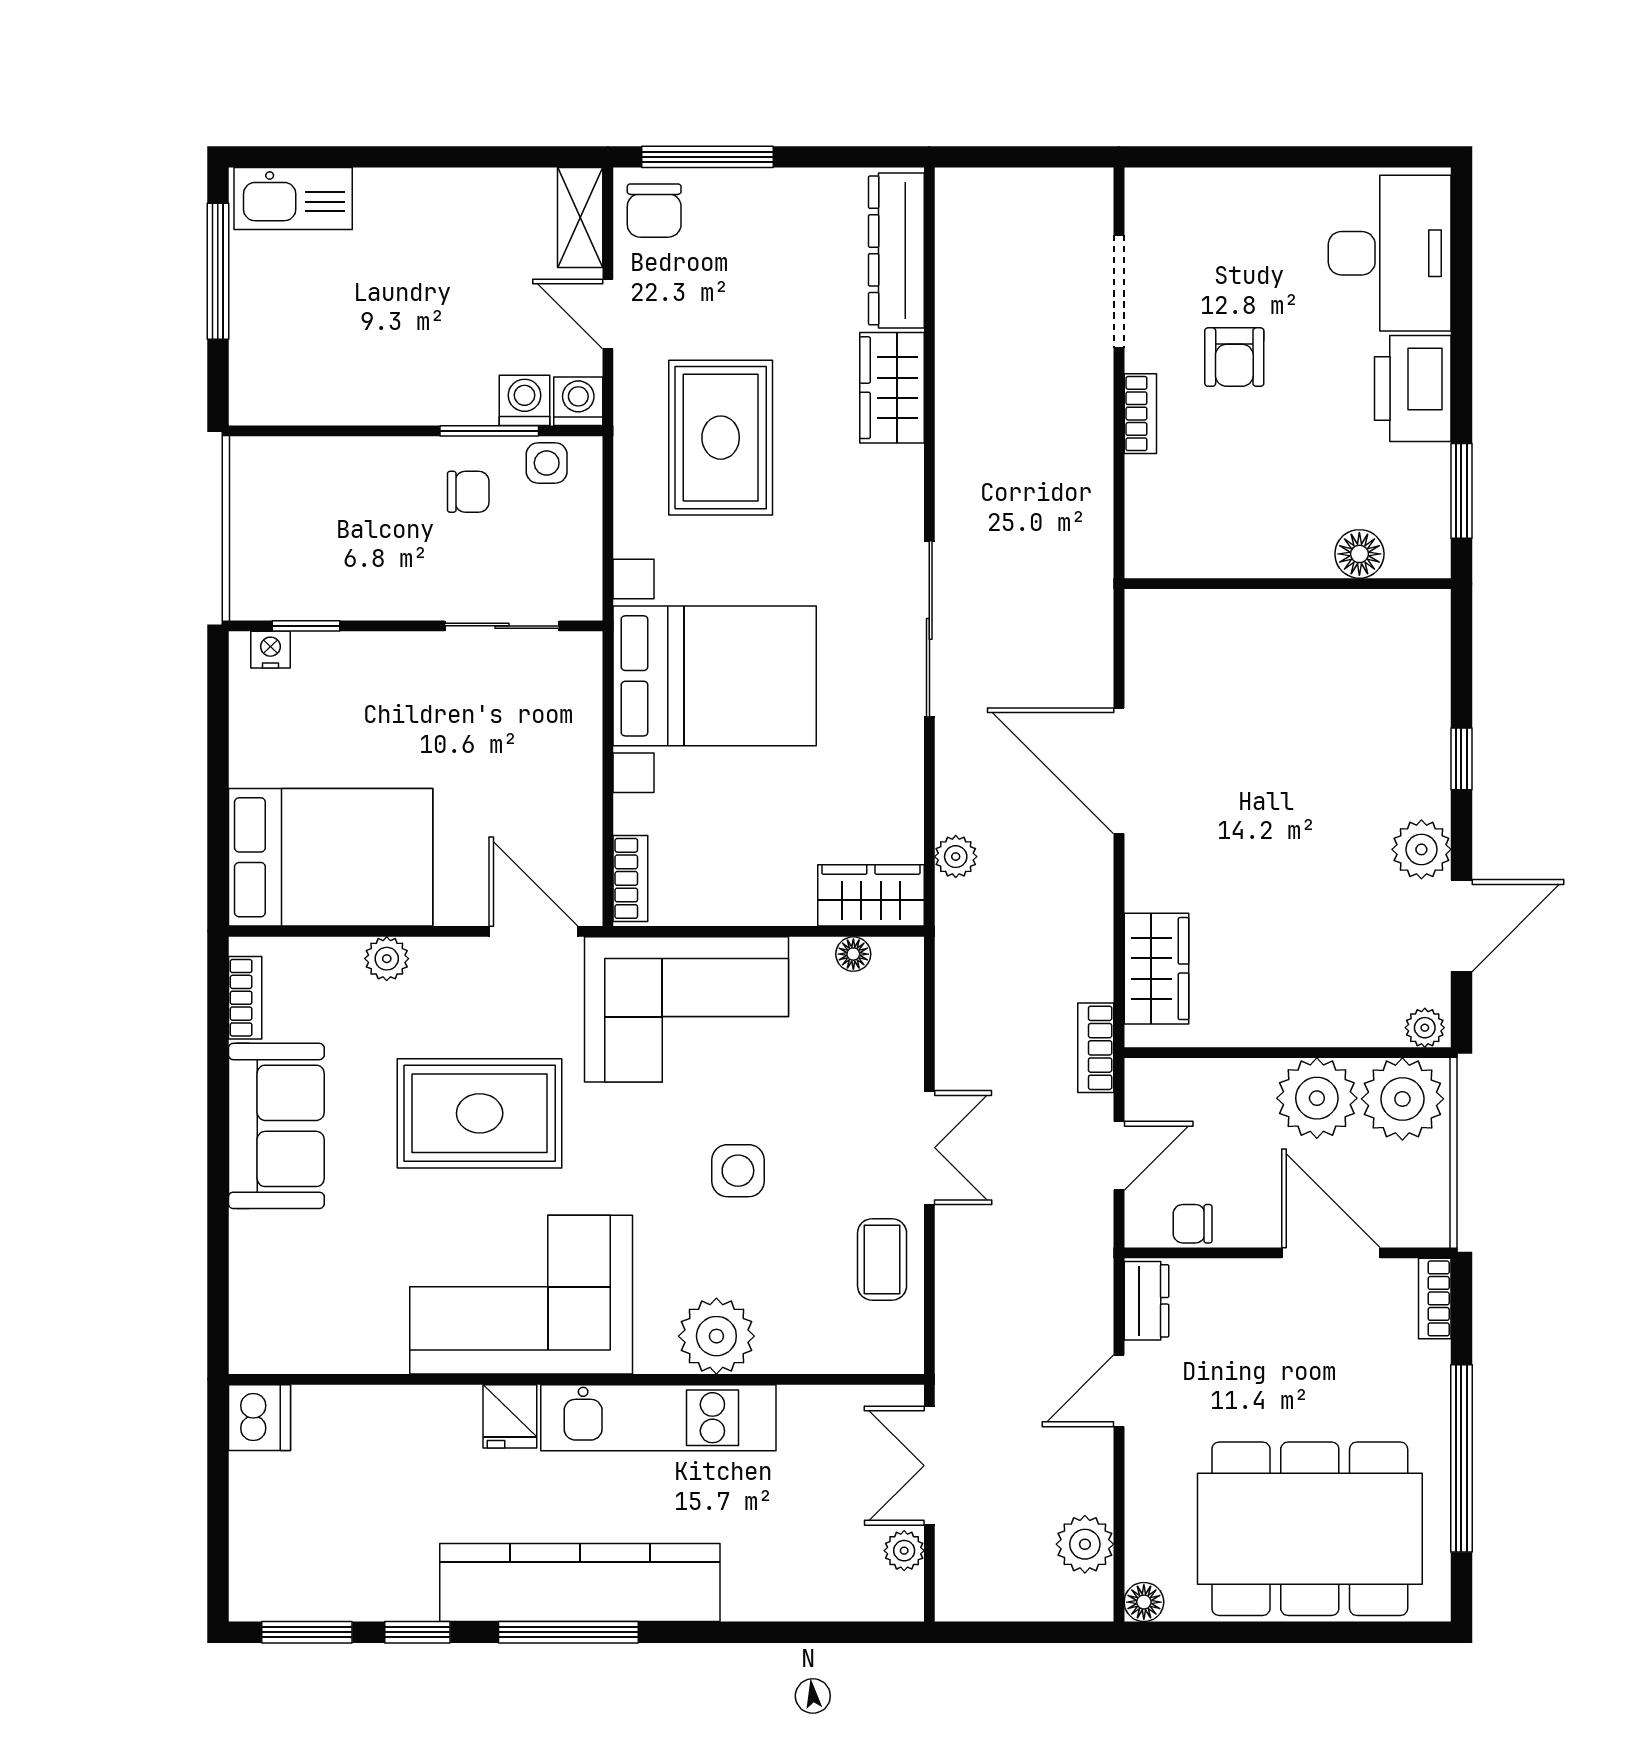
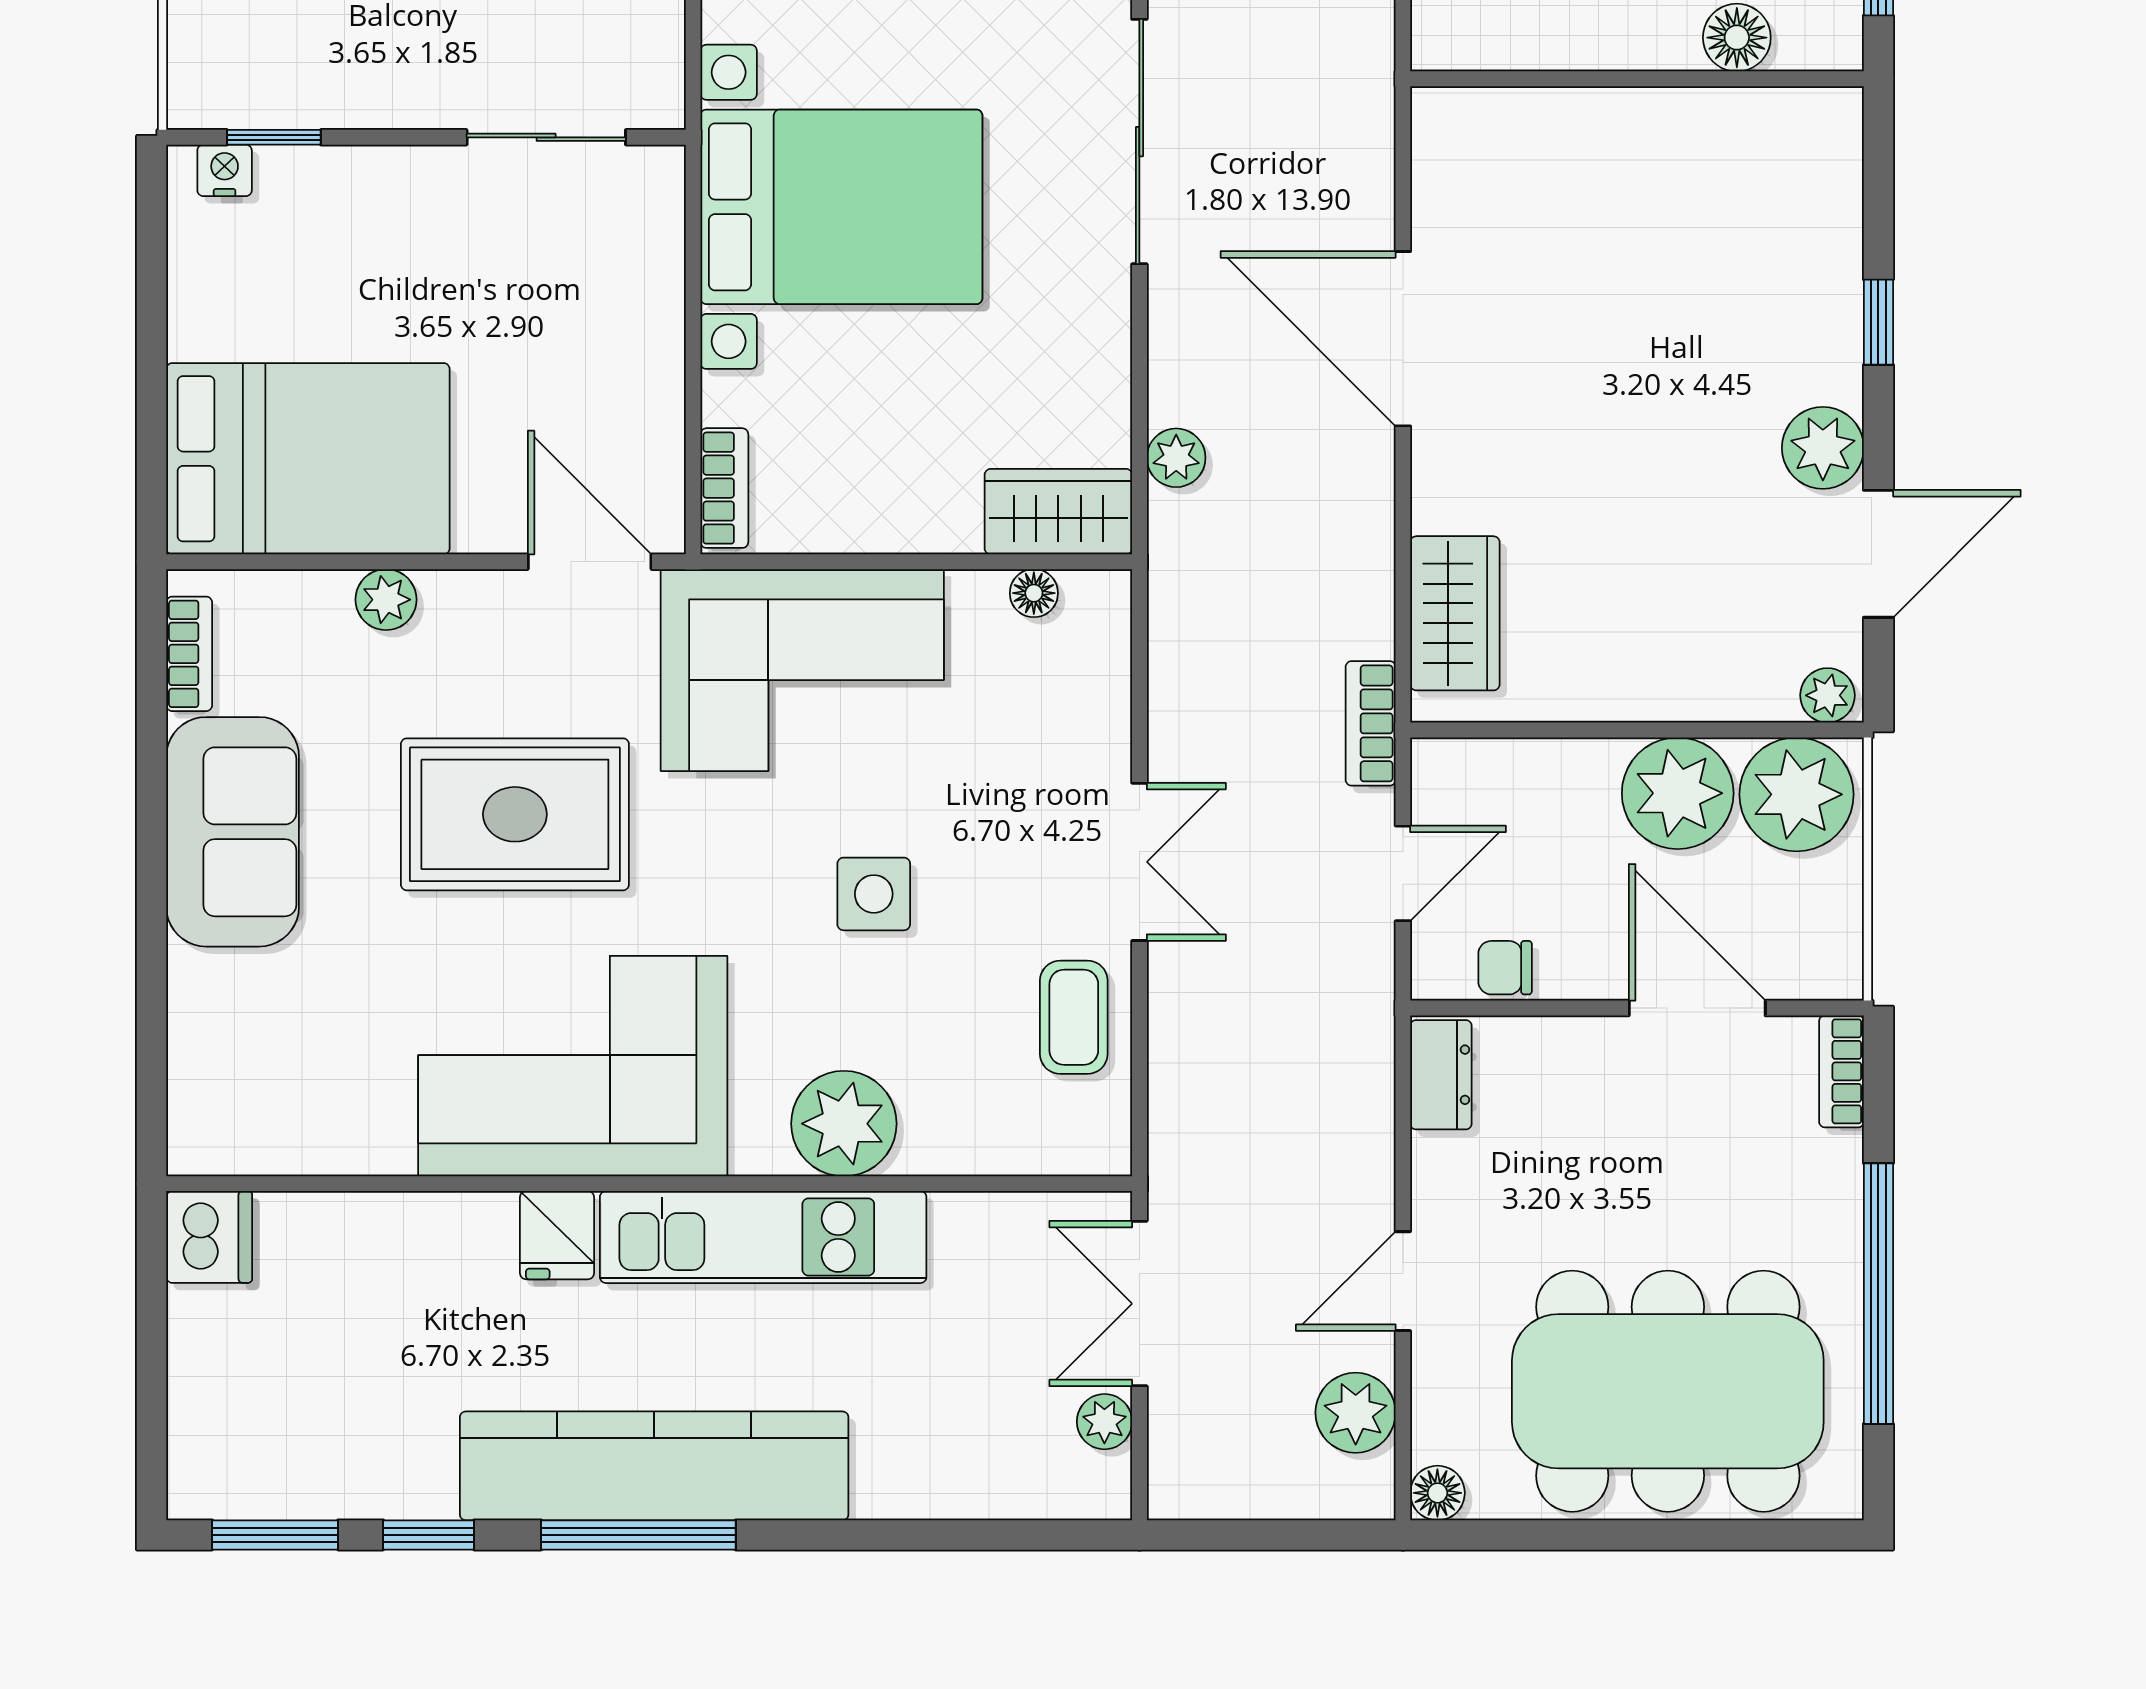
door: (1119, 1391) -> (1403, 1281), moved

